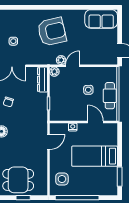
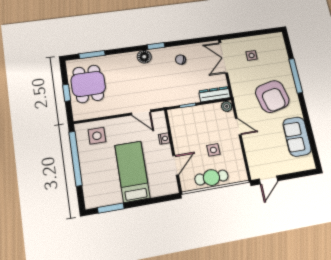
window: (37, 7) -> (296, 76), added
sofa: (101, 19) -> (297, 137), moved
plant: (61, 60) -> (242, 112), removed

